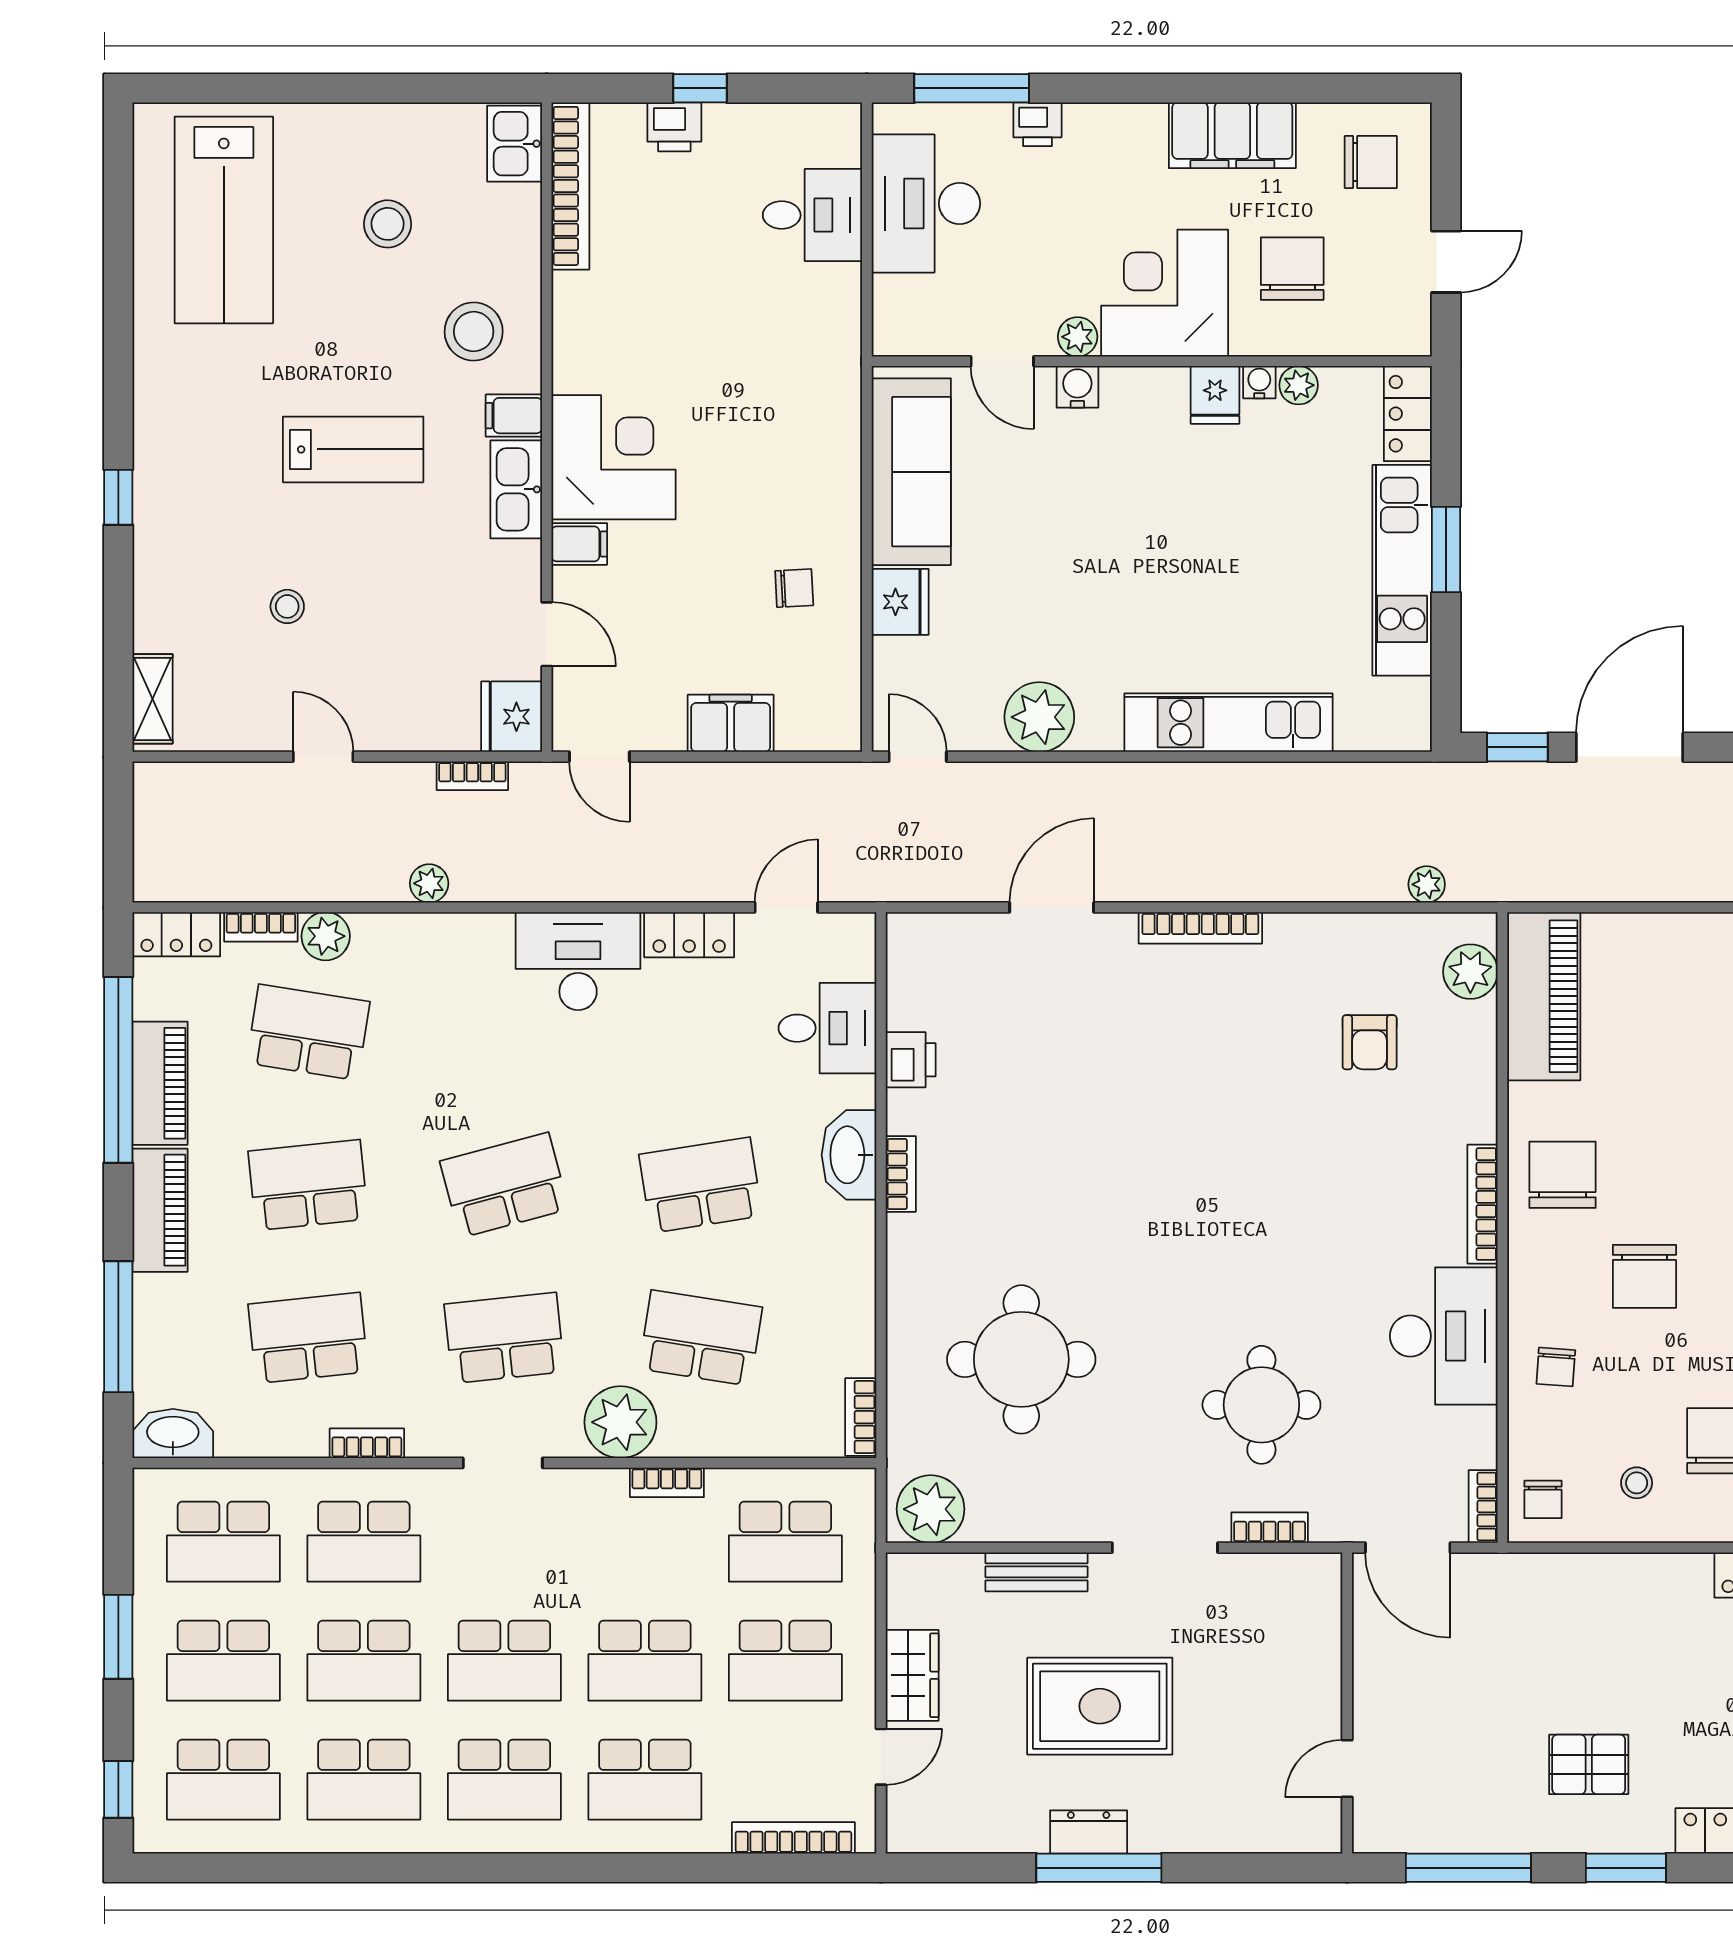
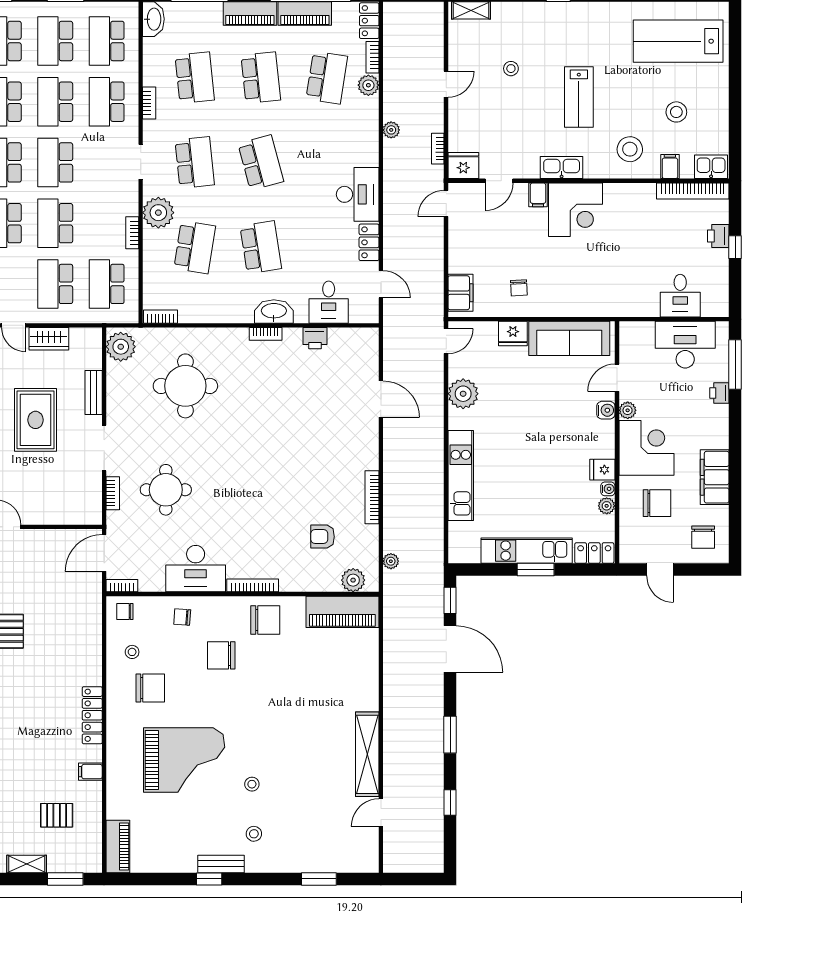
filing cabinet: (514, 416) -> (670, 167), moved
filing cabinet: (731, 723) -> (460, 293), moved
bookcase: (1200, 928) -> (372, 497), moved

